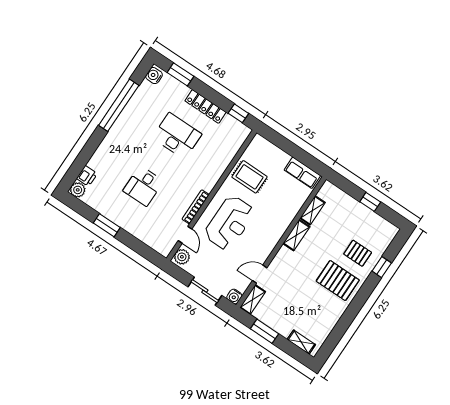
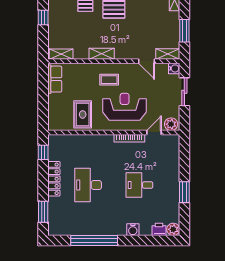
water cooler: (154, 76) -> (133, 230), moved
desk: (143, 186) -> (139, 185), turned 180
shelving: (312, 210) -> (61, 54), moved
coffee table: (266, 226) -> (109, 80), added

